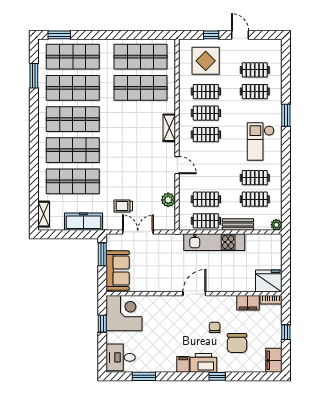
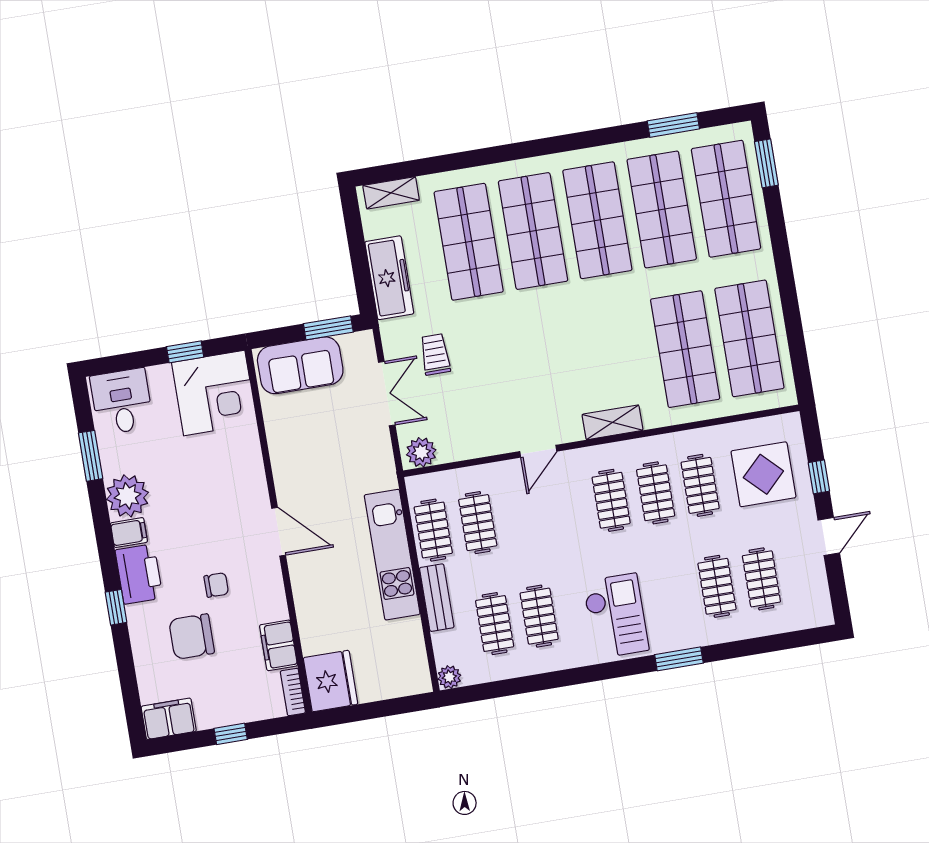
checkout: (261, 142) -> (616, 616), turned 90
plant: (168, 200) -> (421, 452), moved
plant: (166, 362) -> (127, 496), added

